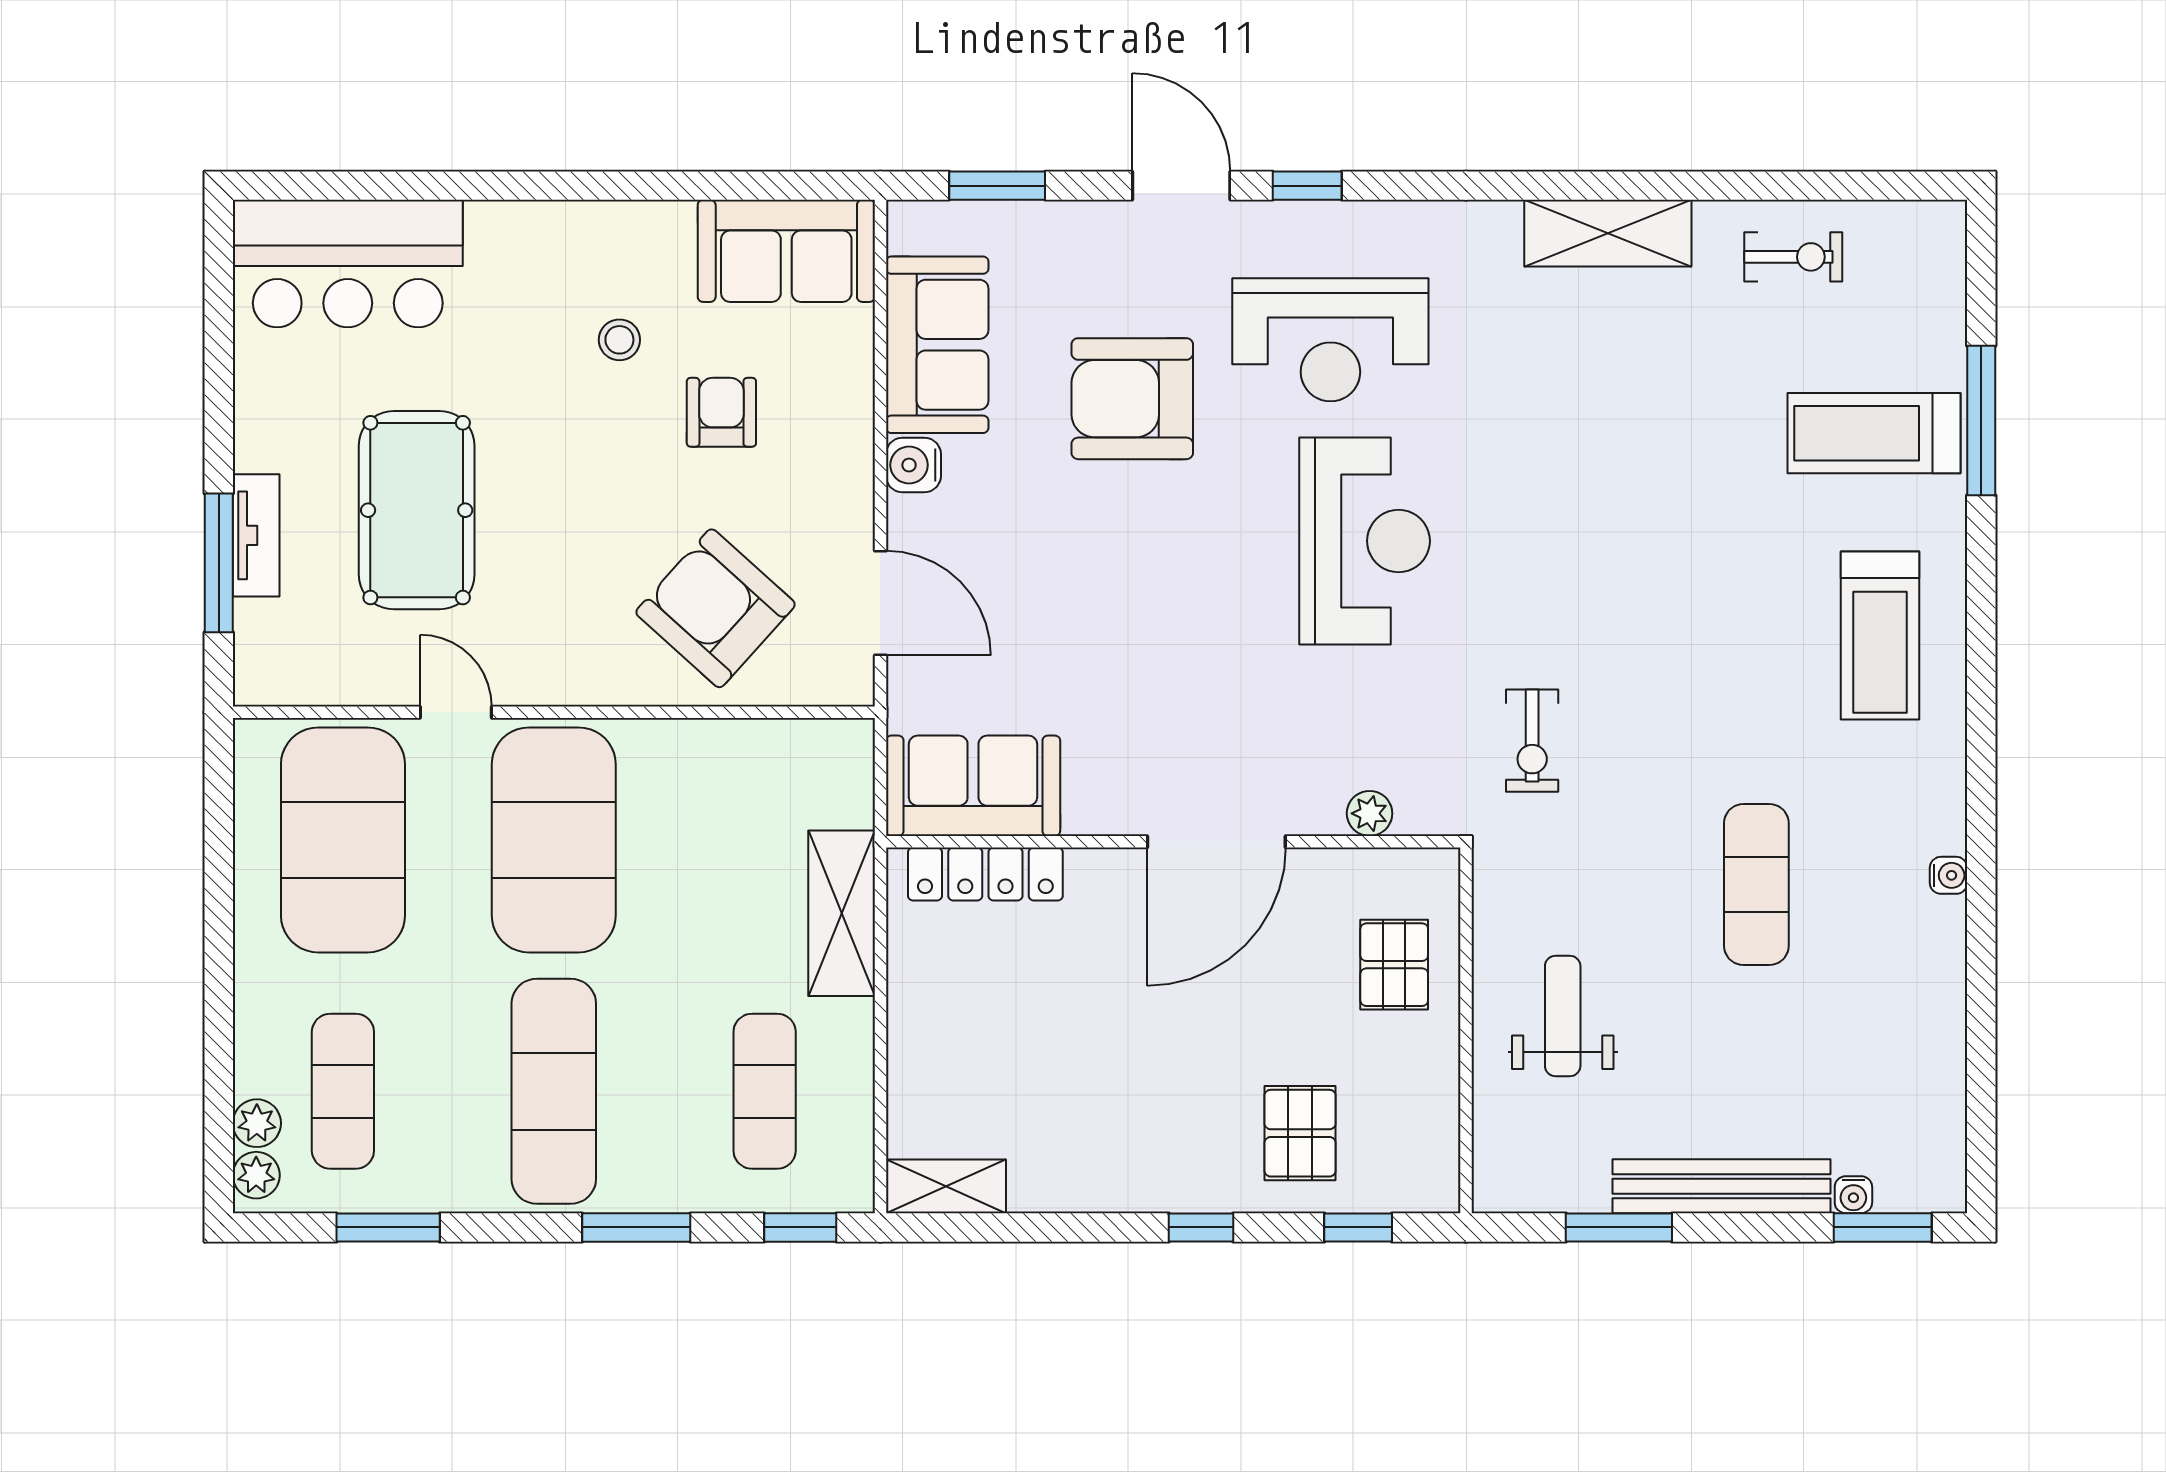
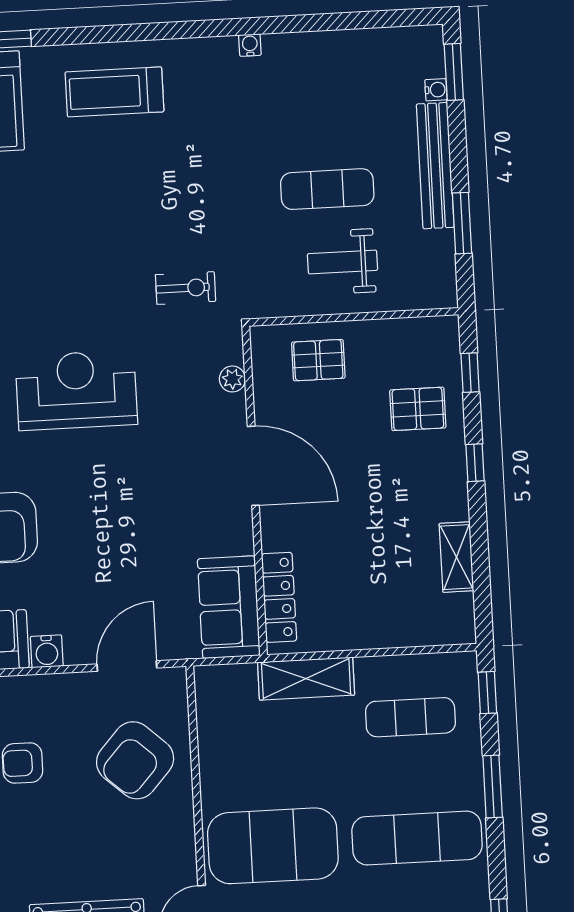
treadmill: (1880, 635) -> (114, 92), turned 180
exercise mat: (1756, 884) -> (327, 189), moved
shelving: (946, 1186) -> (456, 557), moved

